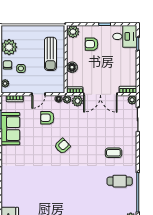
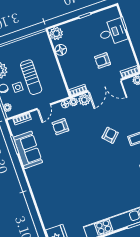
desk: (125, 36) -> (113, 32), moved
armchair: (92, 44) -> (103, 61), moved
sun lounger: (50, 54) -> (31, 77), moved
floor lamp: (72, 67) -> (61, 50), moved
armchair: (62, 146) -> (110, 135), moved

